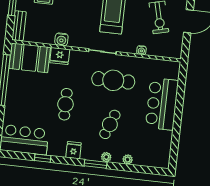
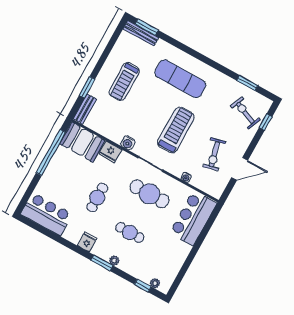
water cooler: (61, 39) -> (128, 143), moved
bar counter: (162, 104) -> (193, 218), moved
cafe table: (110, 124) -> (130, 232), turned 69
window: (43, 158) -> (143, 286), moved
plant: (128, 159) -> (155, 283), moved

